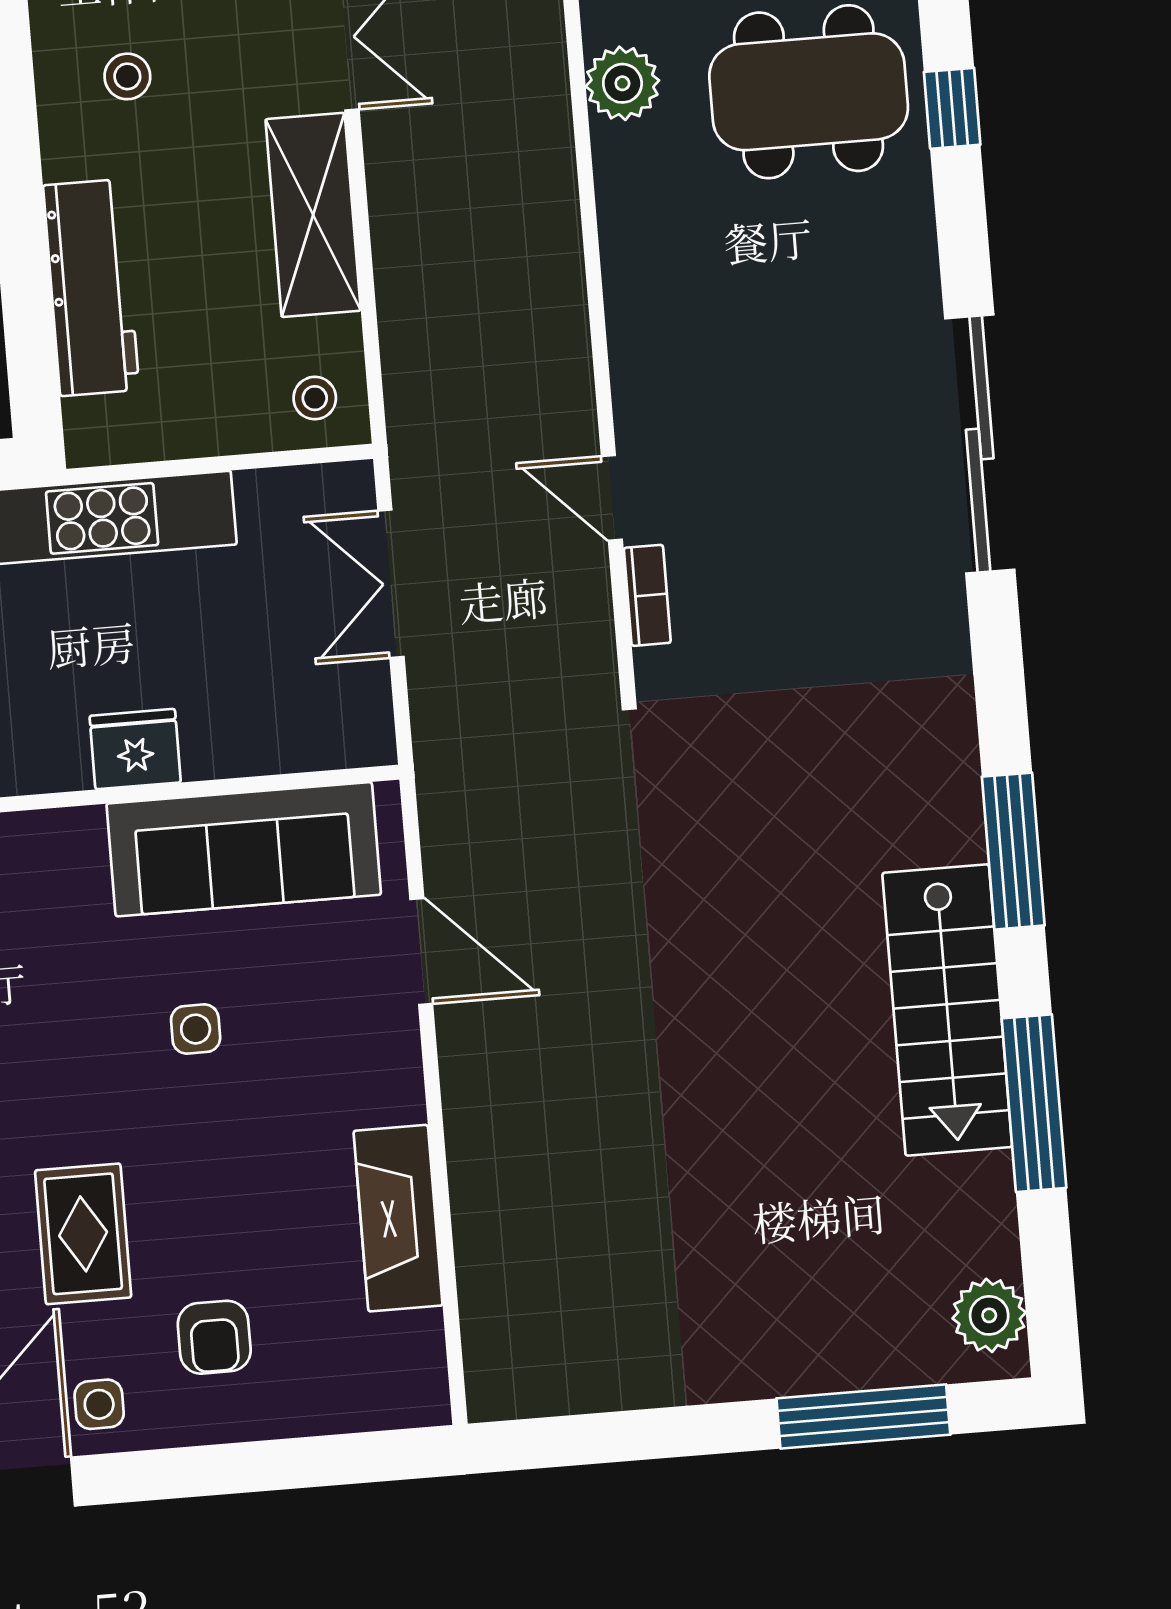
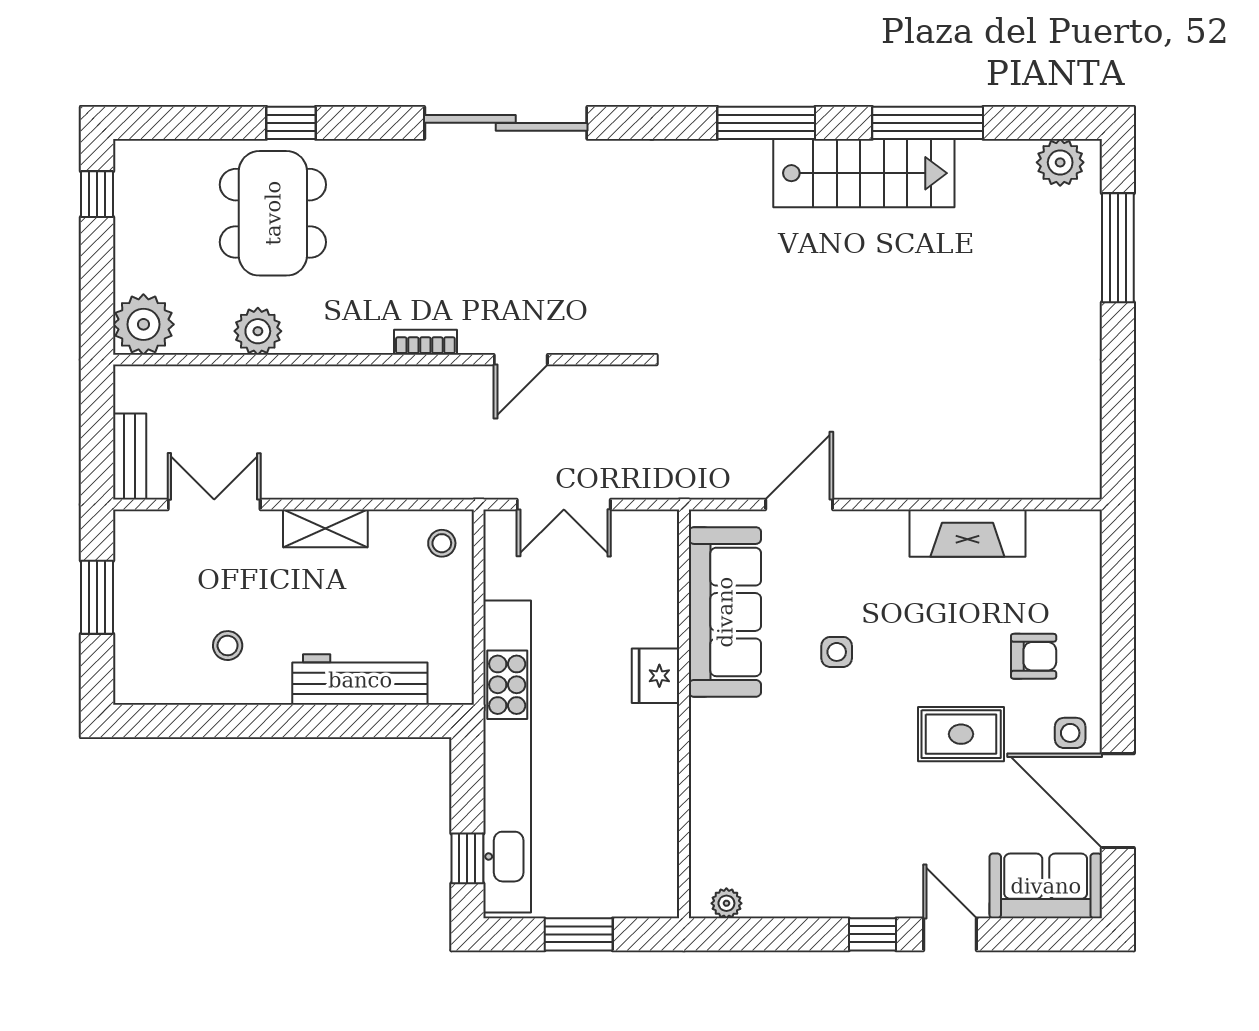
shelving: (313, 215) -> (325, 528), width x0.67, depth x0.75
bookcase: (647, 595) -> (425, 342), moved

